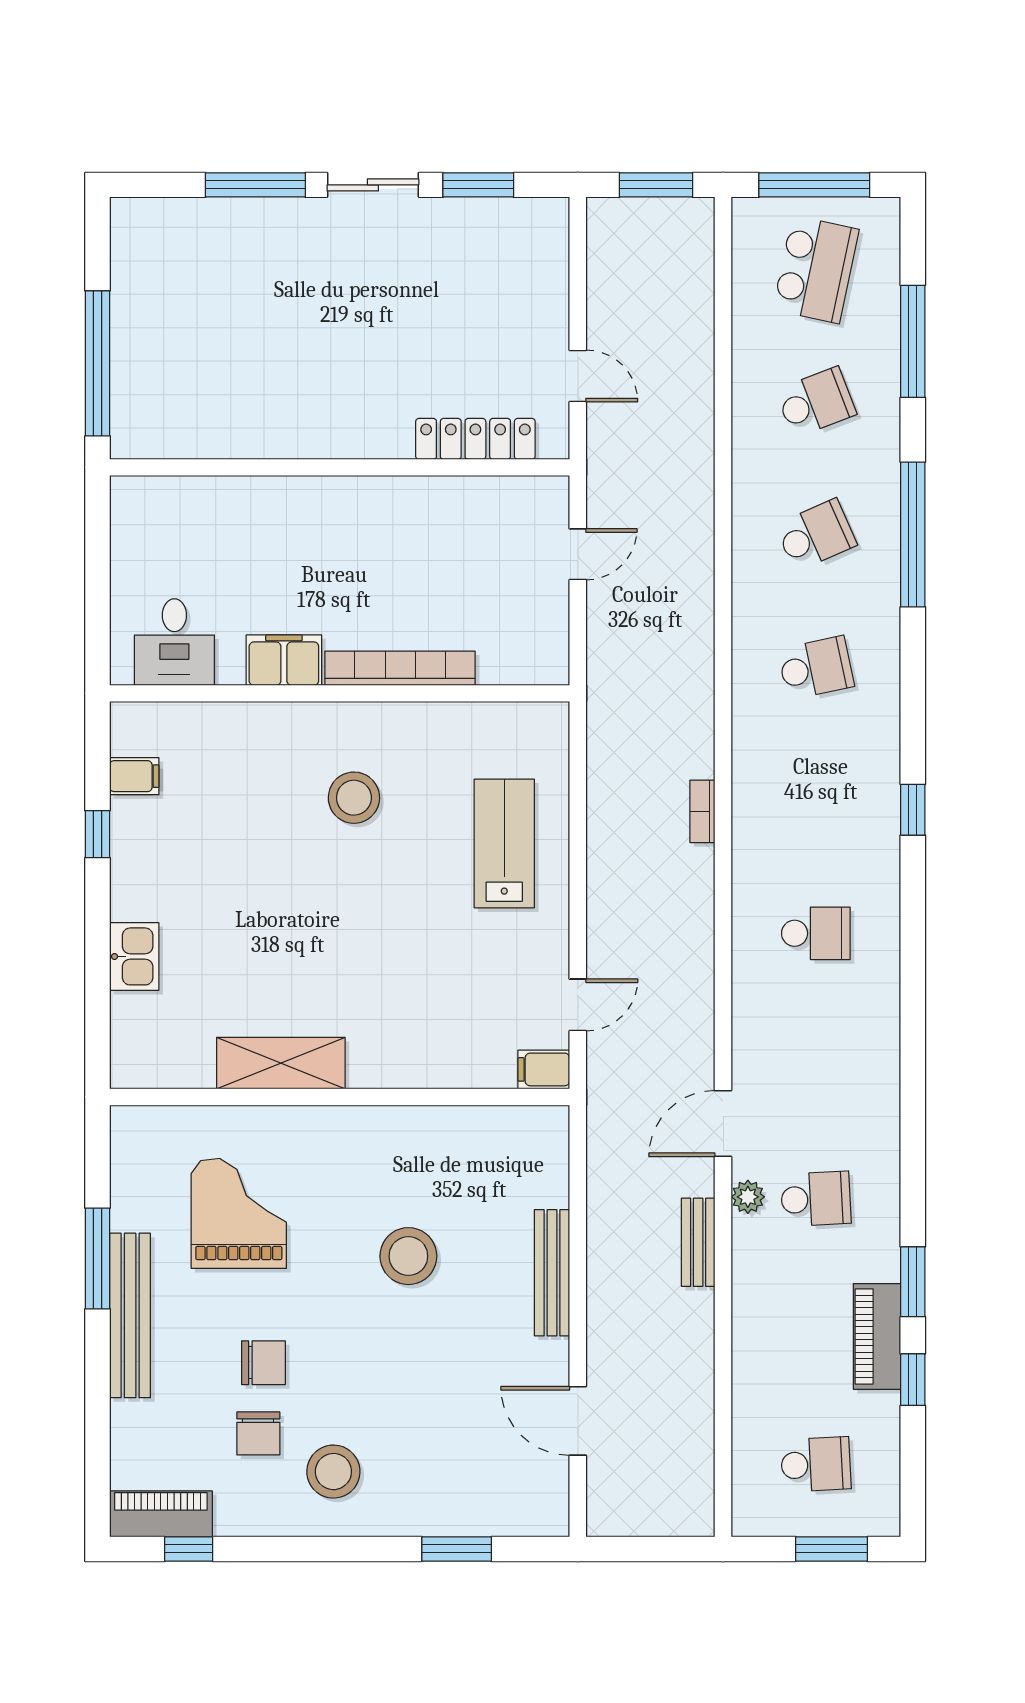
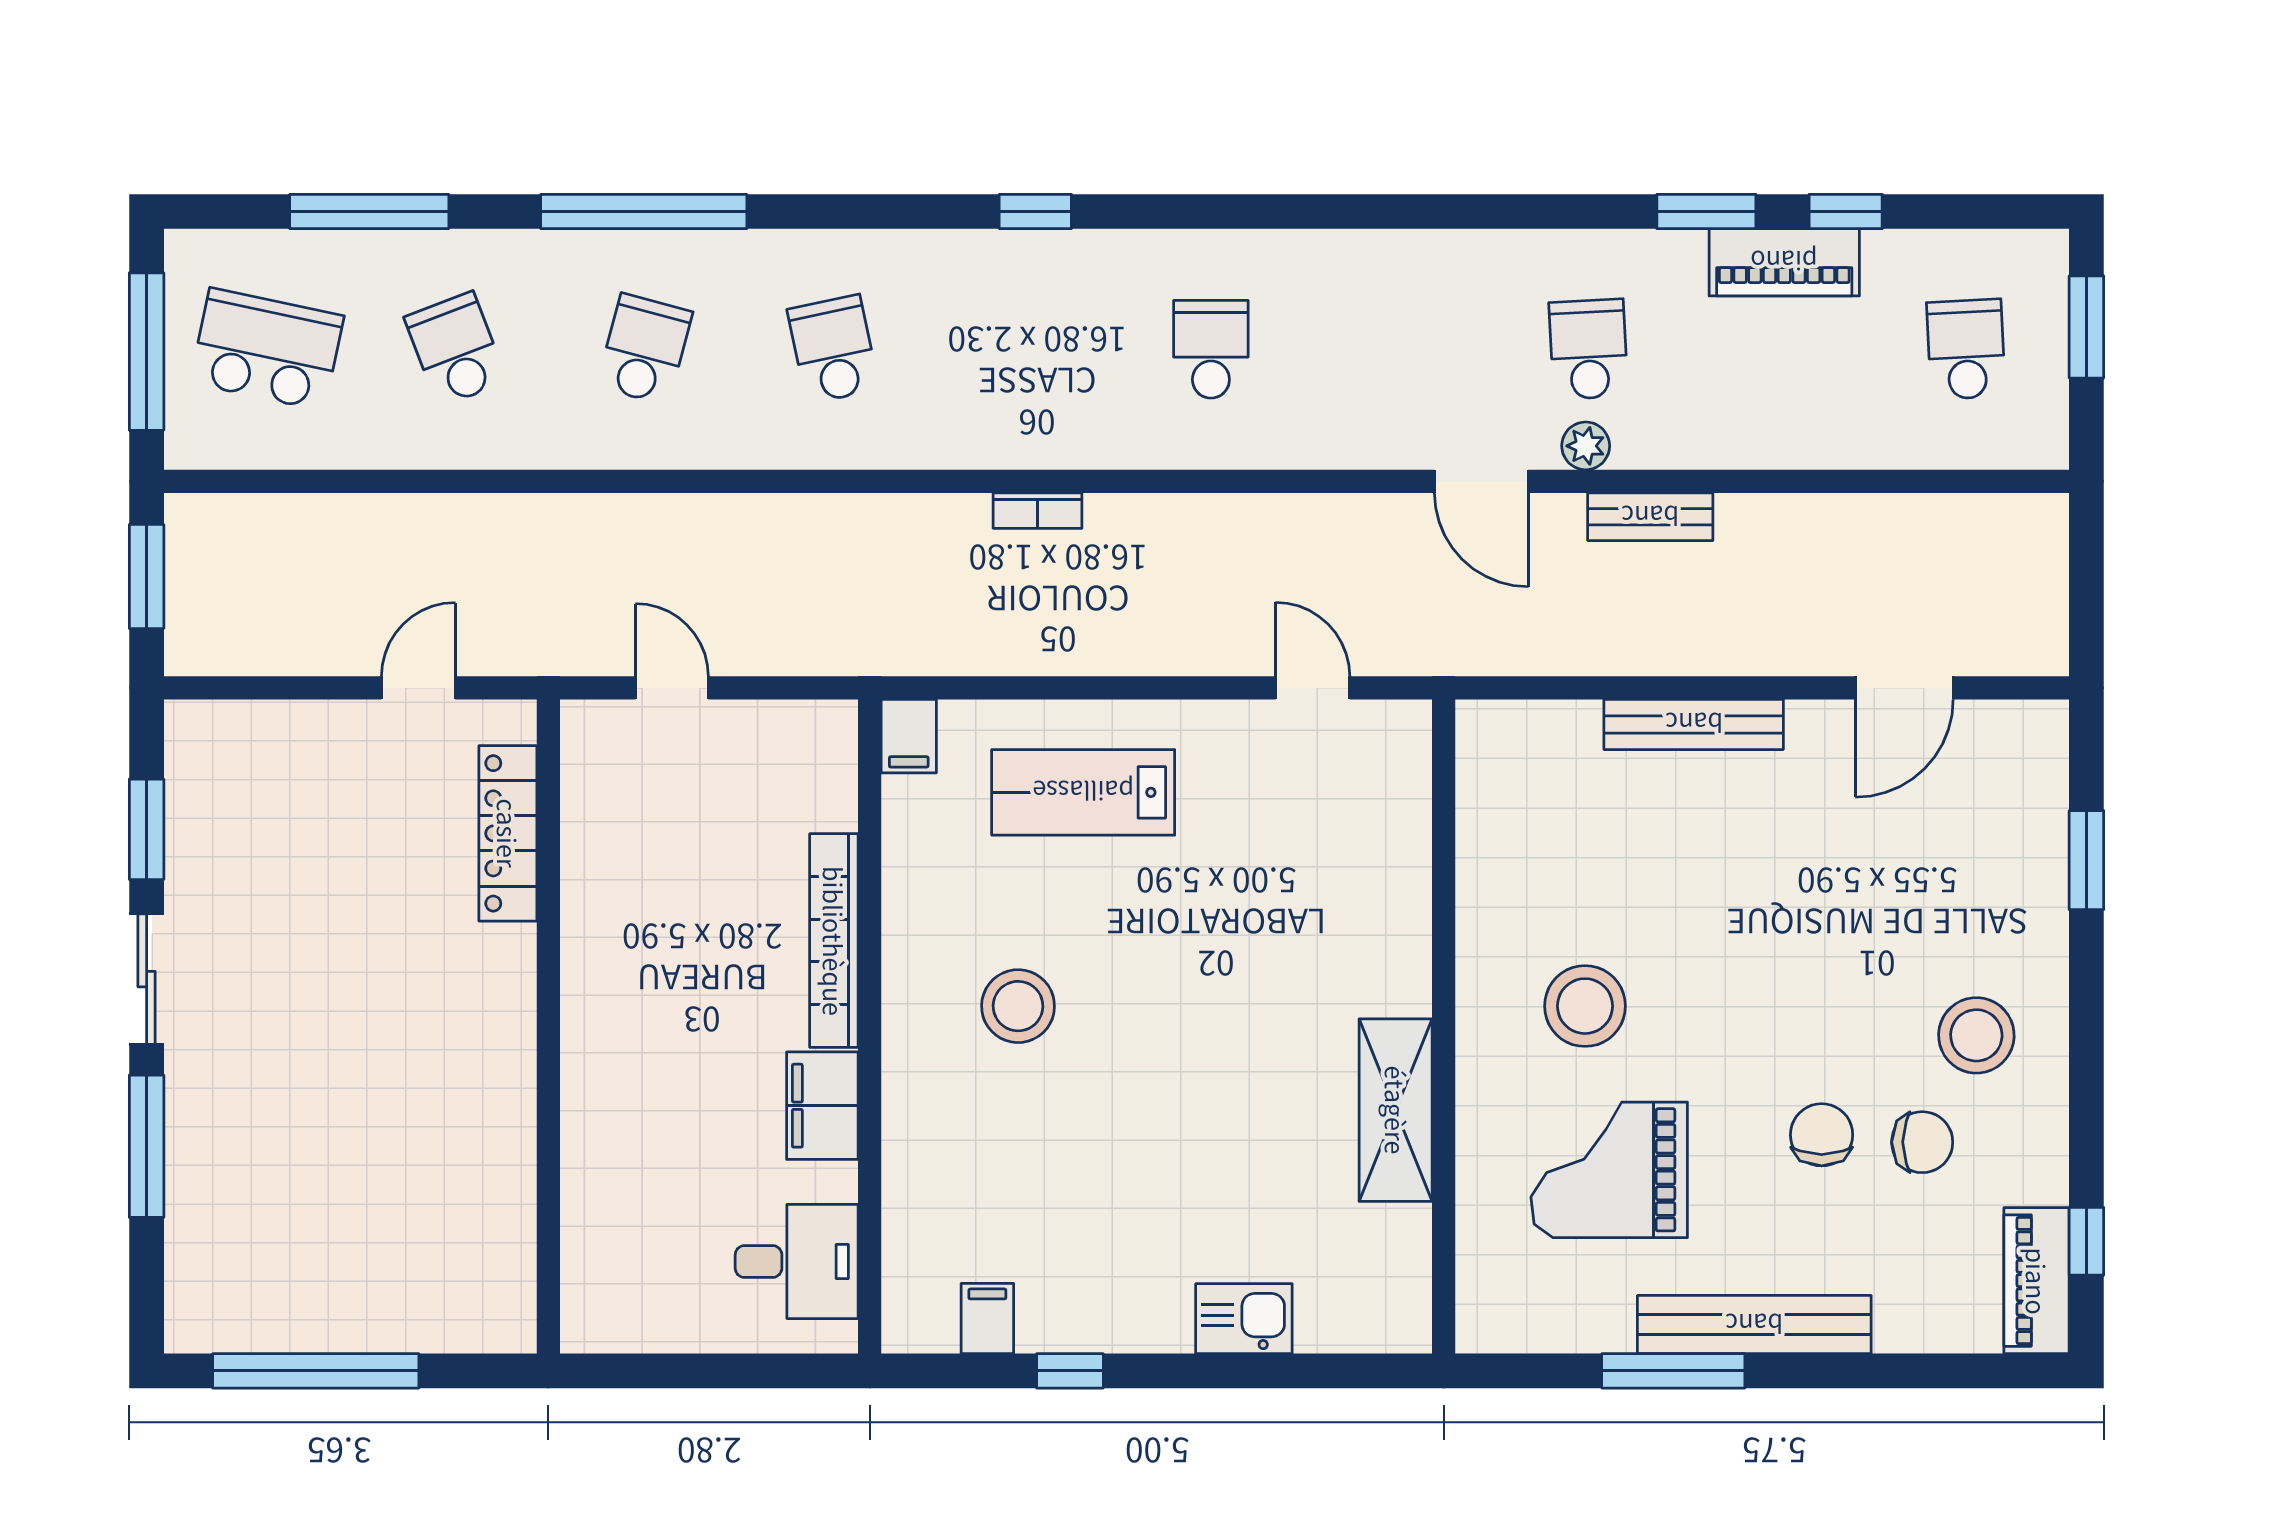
window: (97, 363) -> (316, 1371), moved
school desk: (816, 535) -> (645, 349), turned 39
filing cabinet: (544, 1069) -> (909, 736), moved
stool: (408, 1256) -> (1585, 1006), moved

